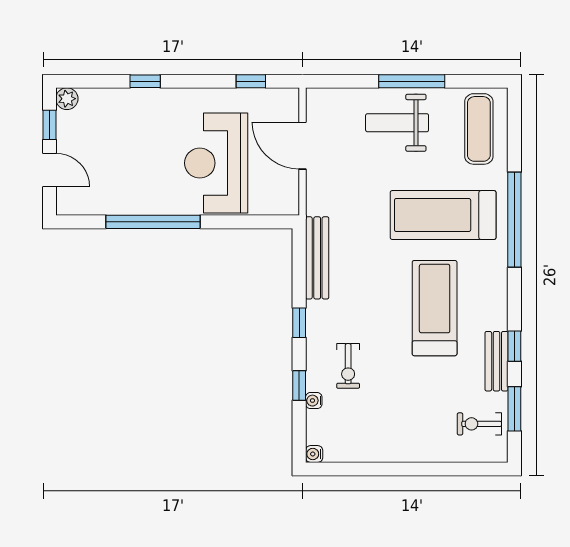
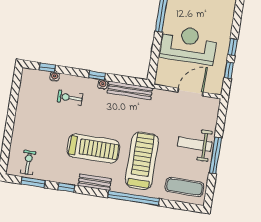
window: (145, 81) -> (233, 47), moved
weight bench: (397, 123) -> (195, 144), turned -90
bench: (497, 361) -> (95, 182), moved
window: (299, 385) -> (47, 68), moved
water cooler: (314, 454) -> (103, 84), moved

